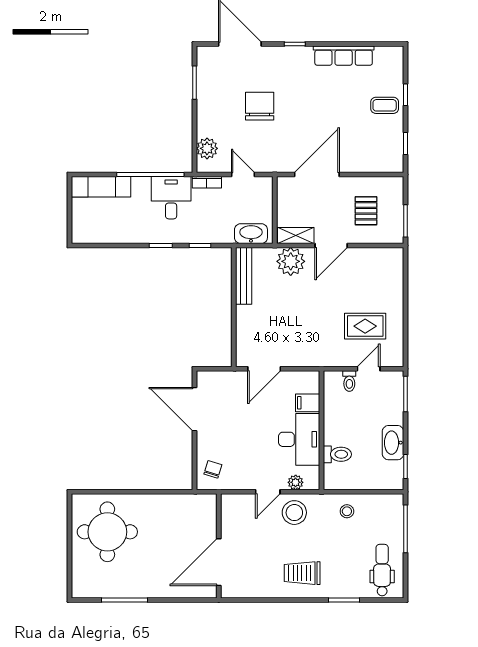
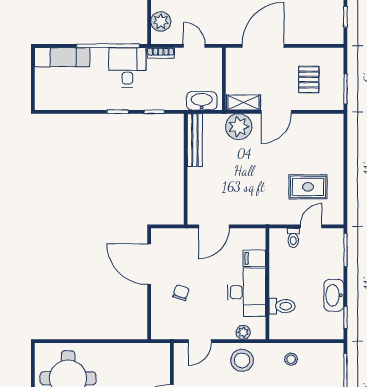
chair: (213, 469) -> (181, 293), moved
door: (268, 492) -> (200, 341), moved

